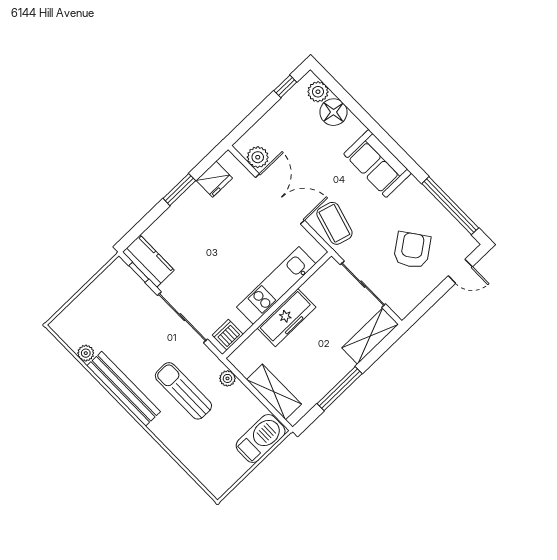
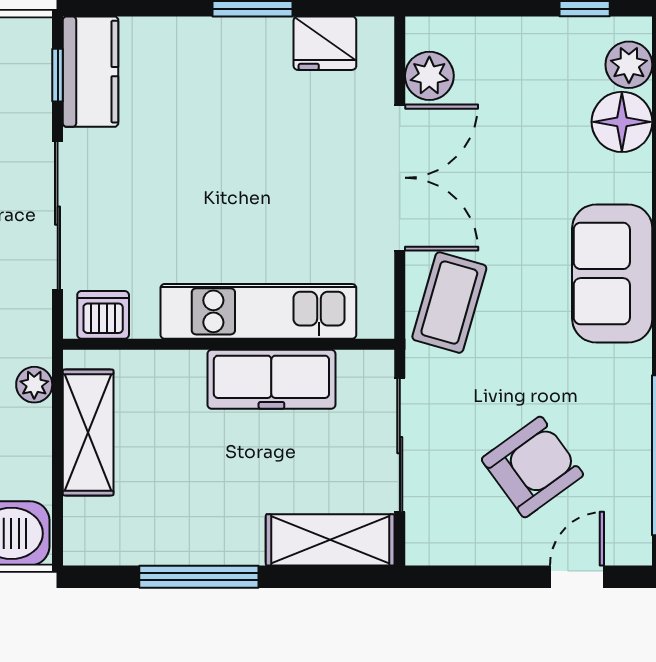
door: (460, 271) -> (577, 577), swing flipped
freezer: (287, 318) -> (271, 379), moved
shelving: (274, 392) -> (88, 432), moved

